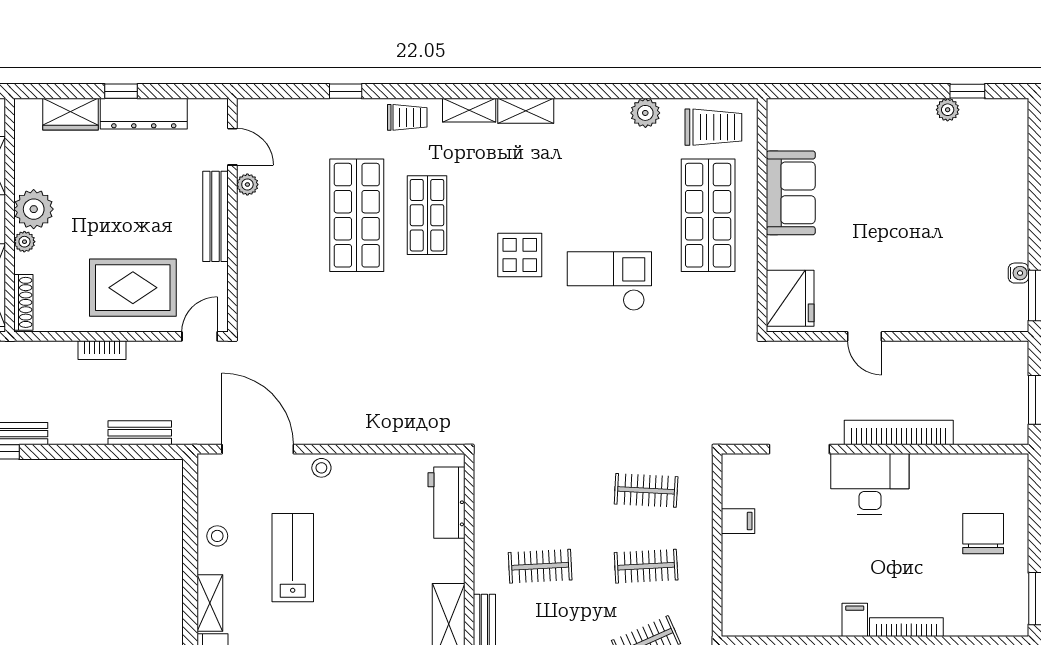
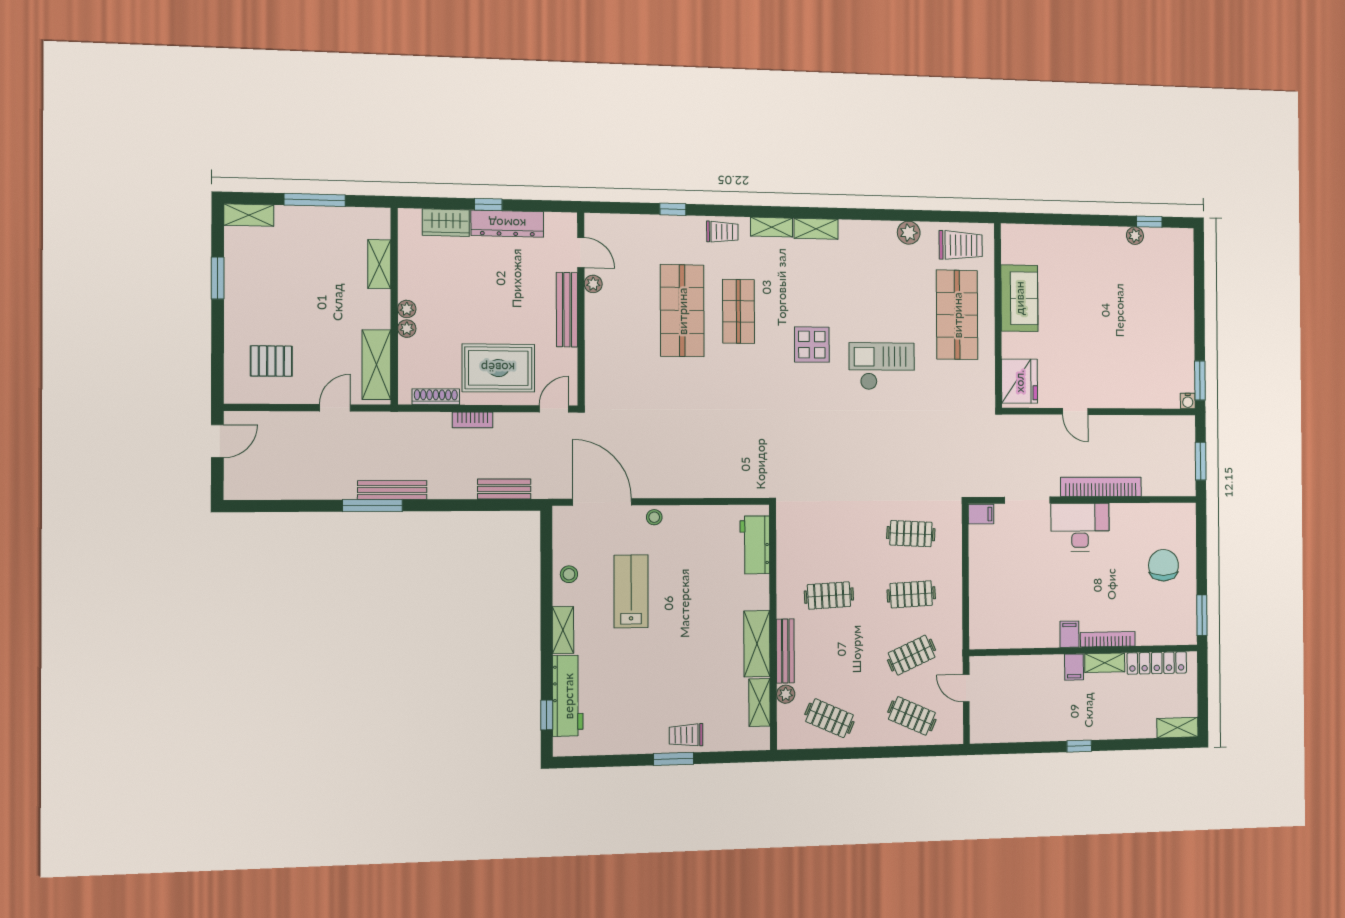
plant: (34, 209) -> (407, 309), width x0.53, depth x0.53
water cooler: (1018, 273) -> (1188, 401), moved, turned 90
shoe rack: (23, 302) -> (436, 397), moved, turned -90
filing cabinet: (738, 521) -> (981, 514), moved

